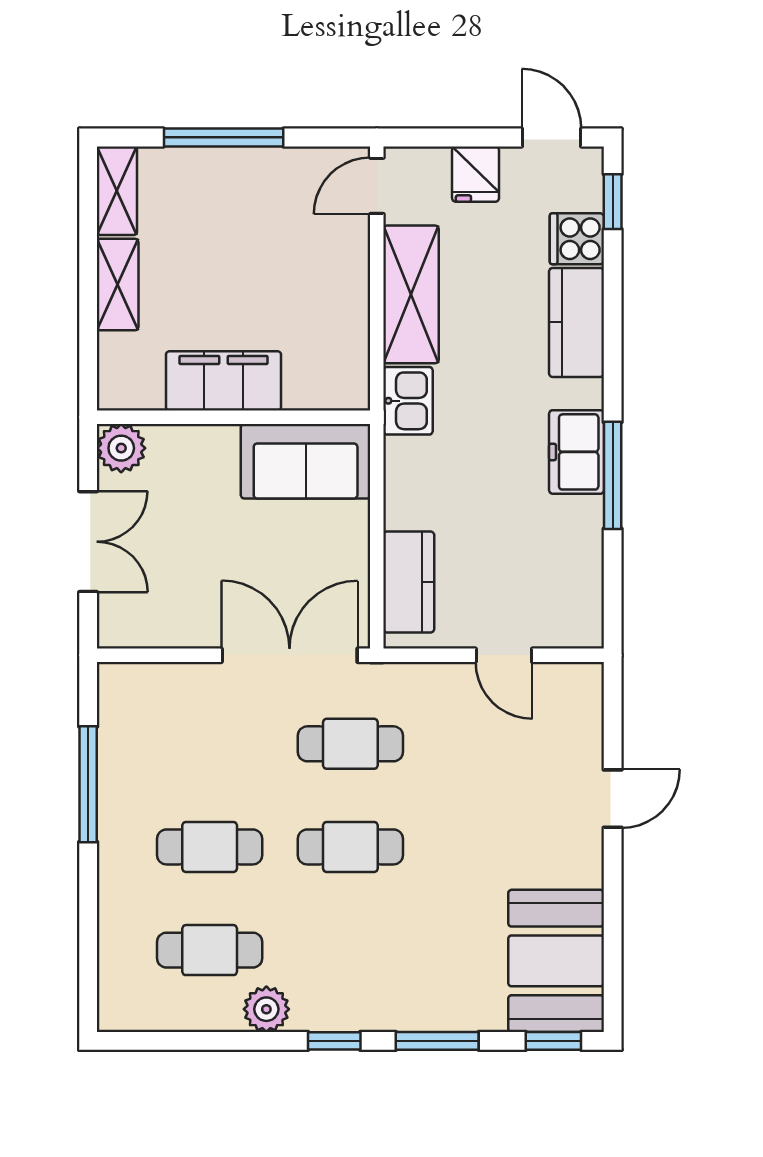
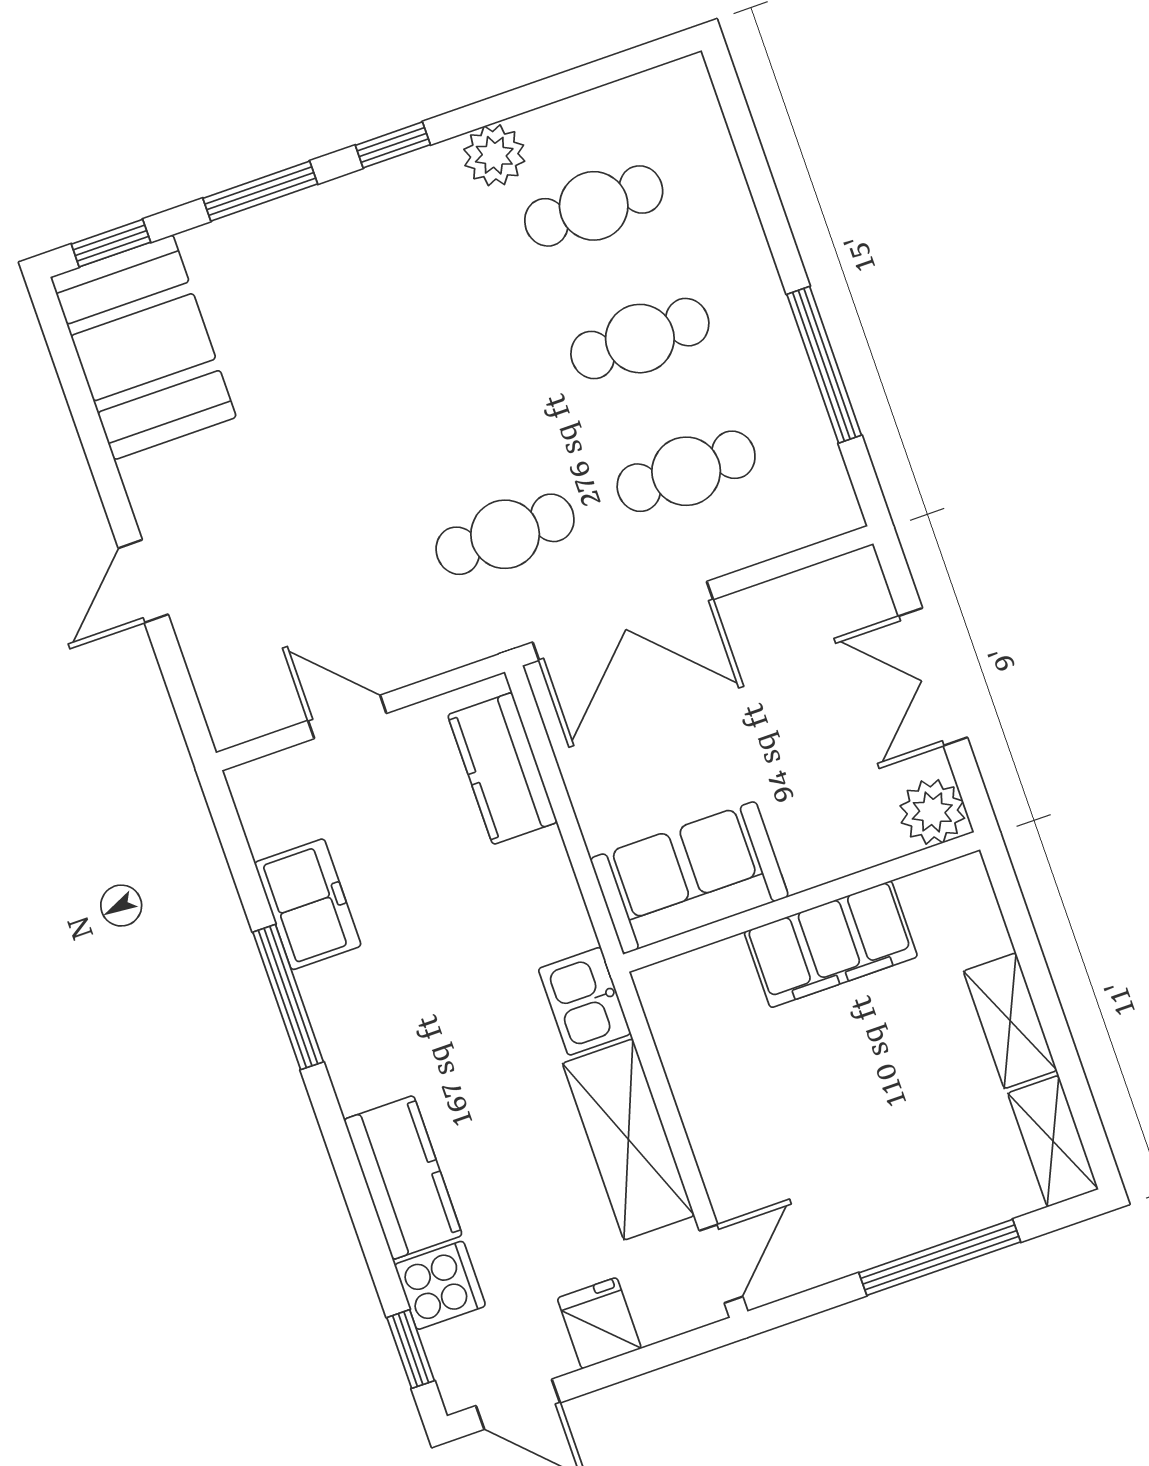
freezer: (577, 452) -> (308, 904), moved
cafe table: (350, 847) -> (686, 471), moved

